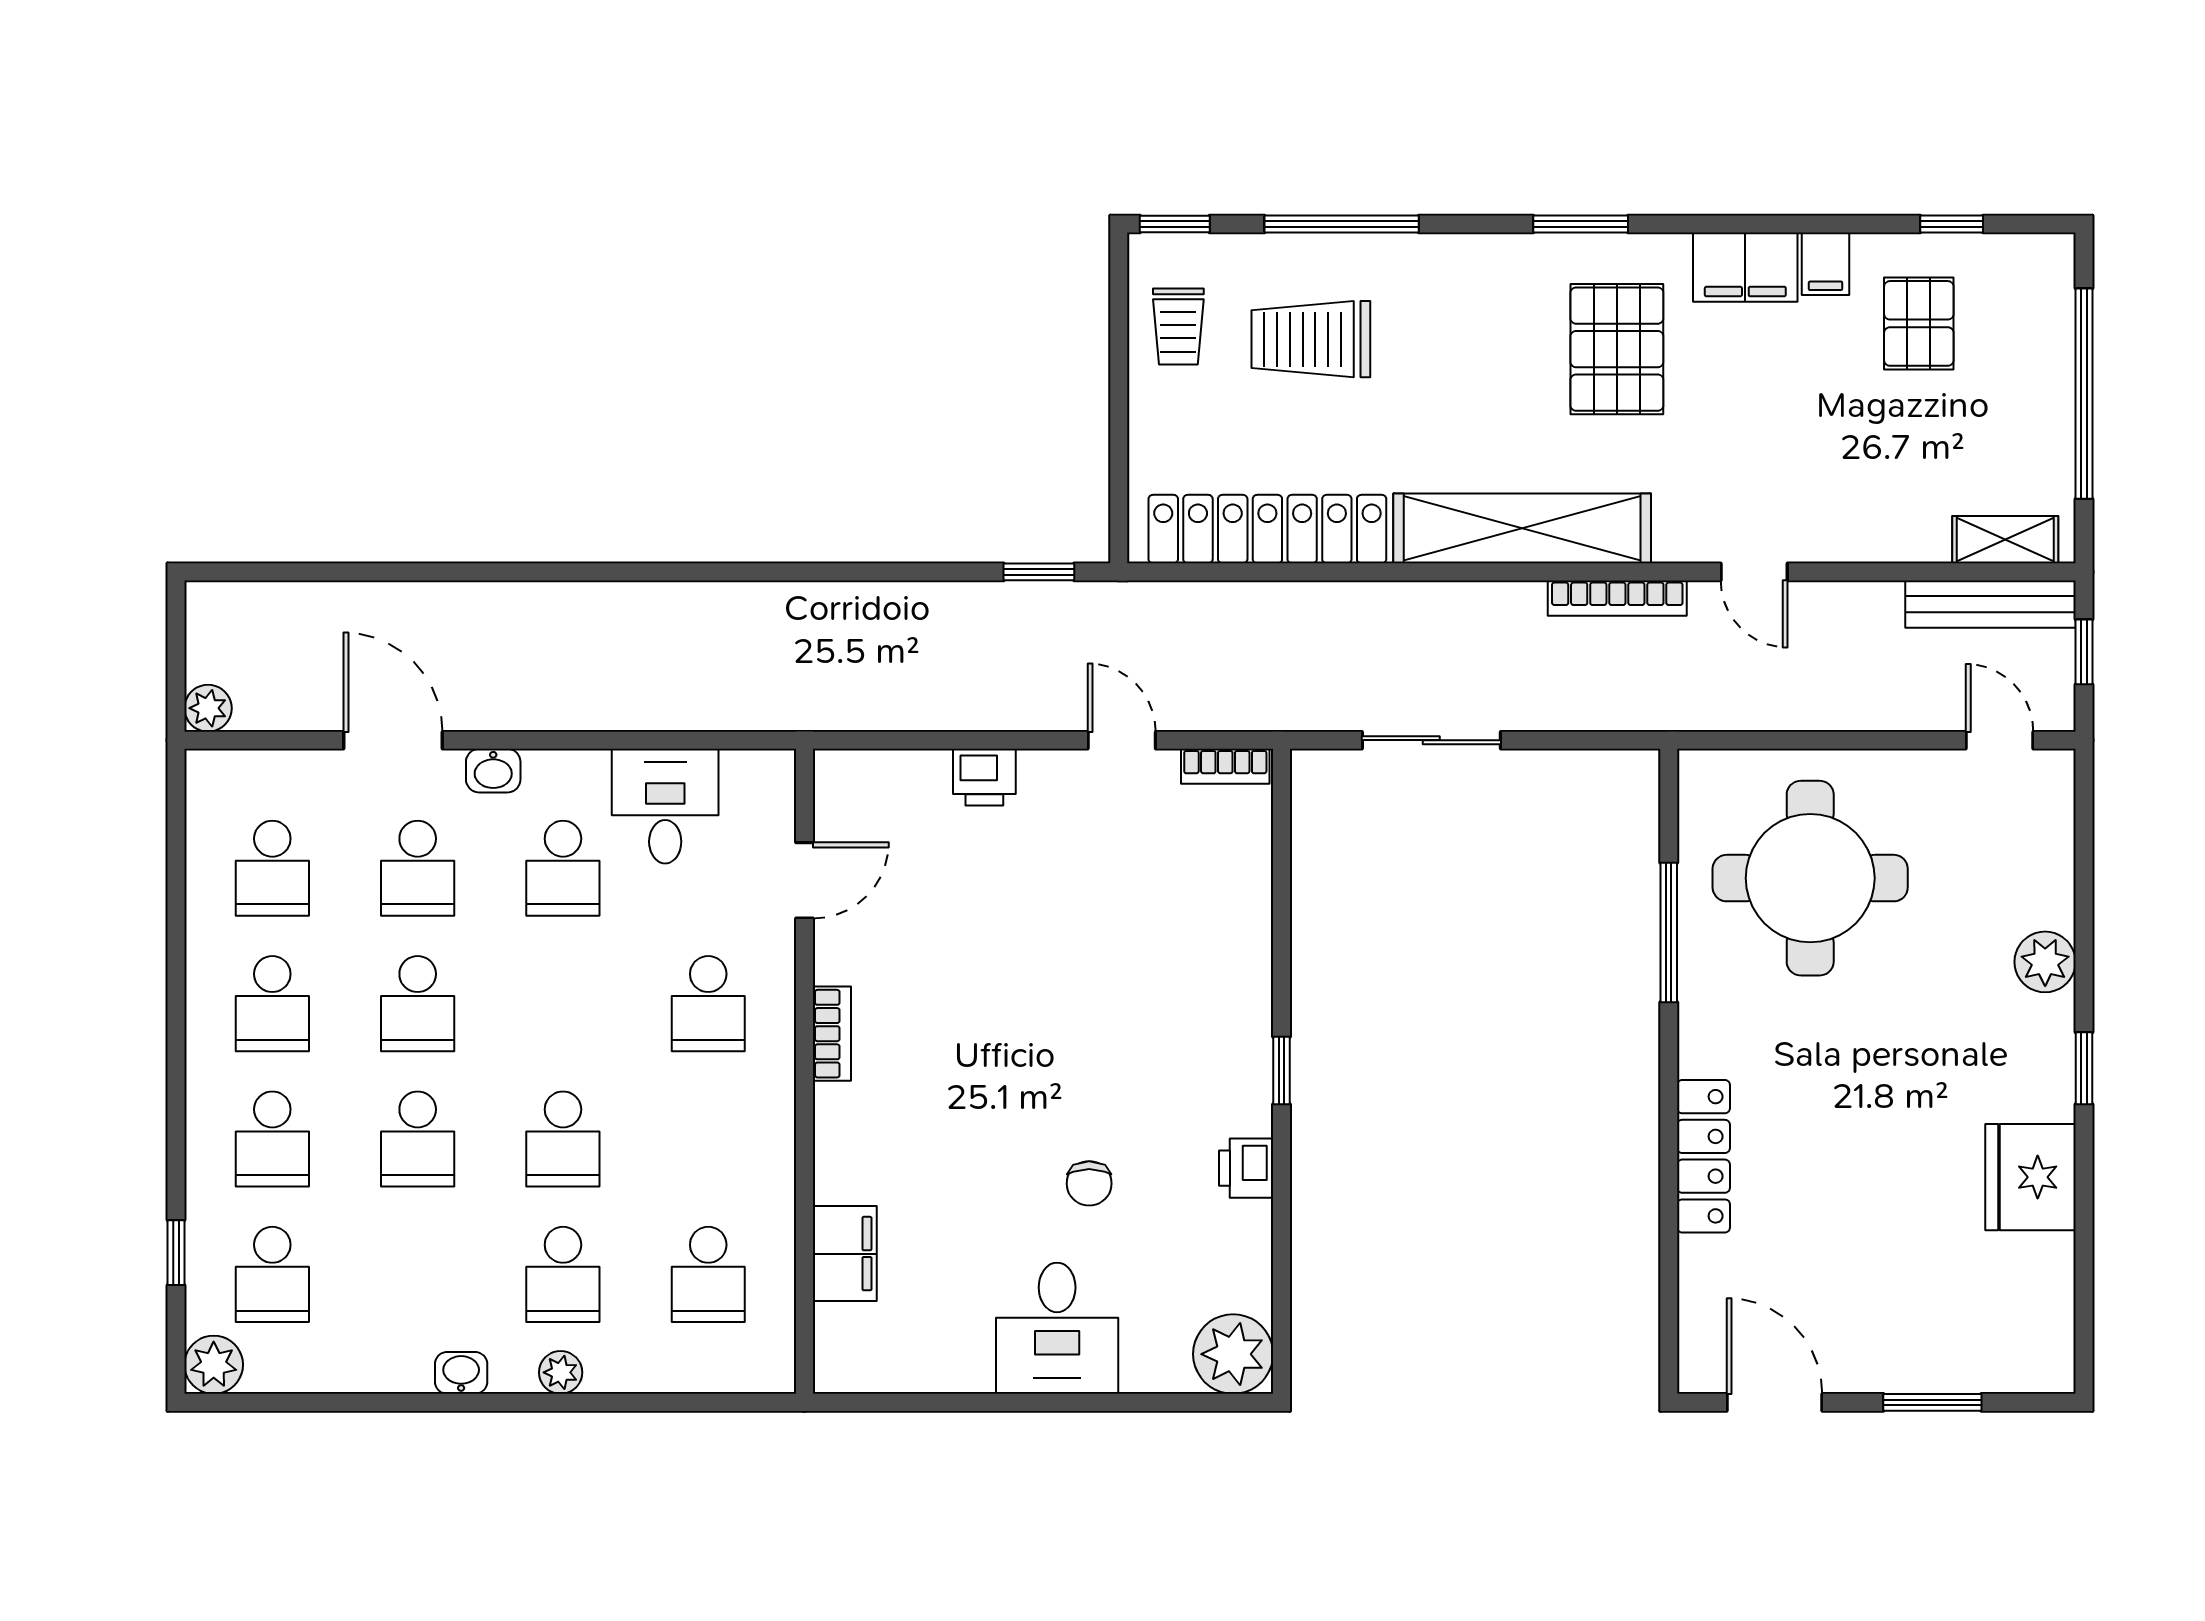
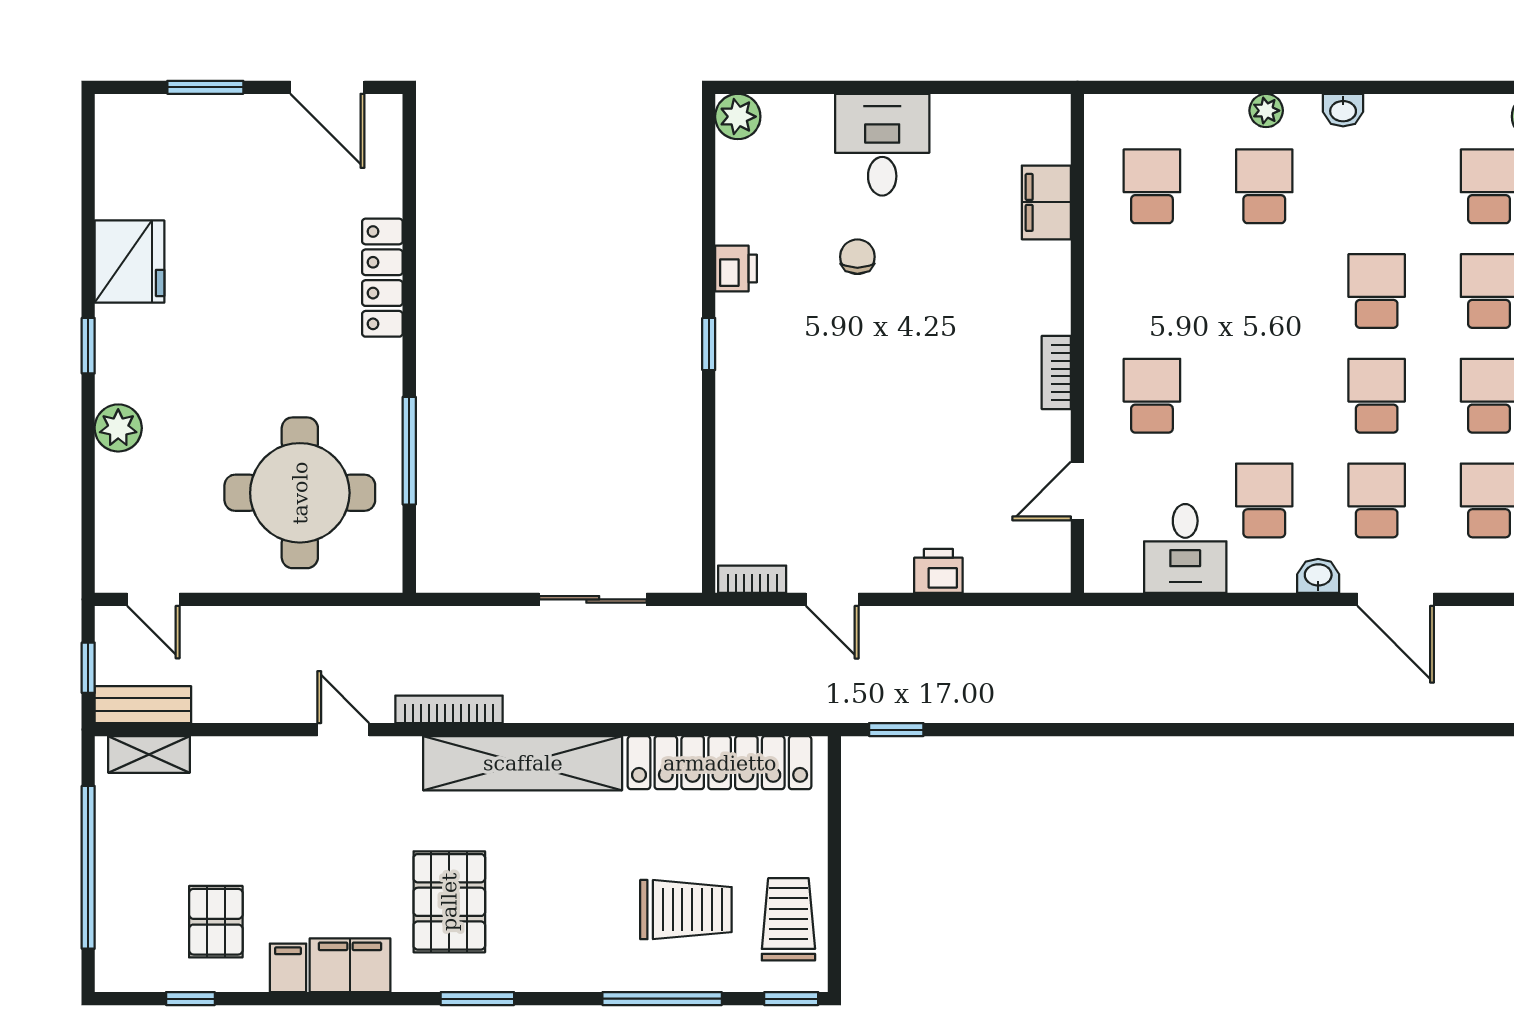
trolley: (1178, 326) -> (788, 919), width x1.36, depth x1.39
bench: (1990, 604) -> (143, 705), width x0.73
school desk: (563, 1139) -> (1264, 291), removed
plant: (1233, 1354) -> (738, 117), width x0.73, depth x0.73

